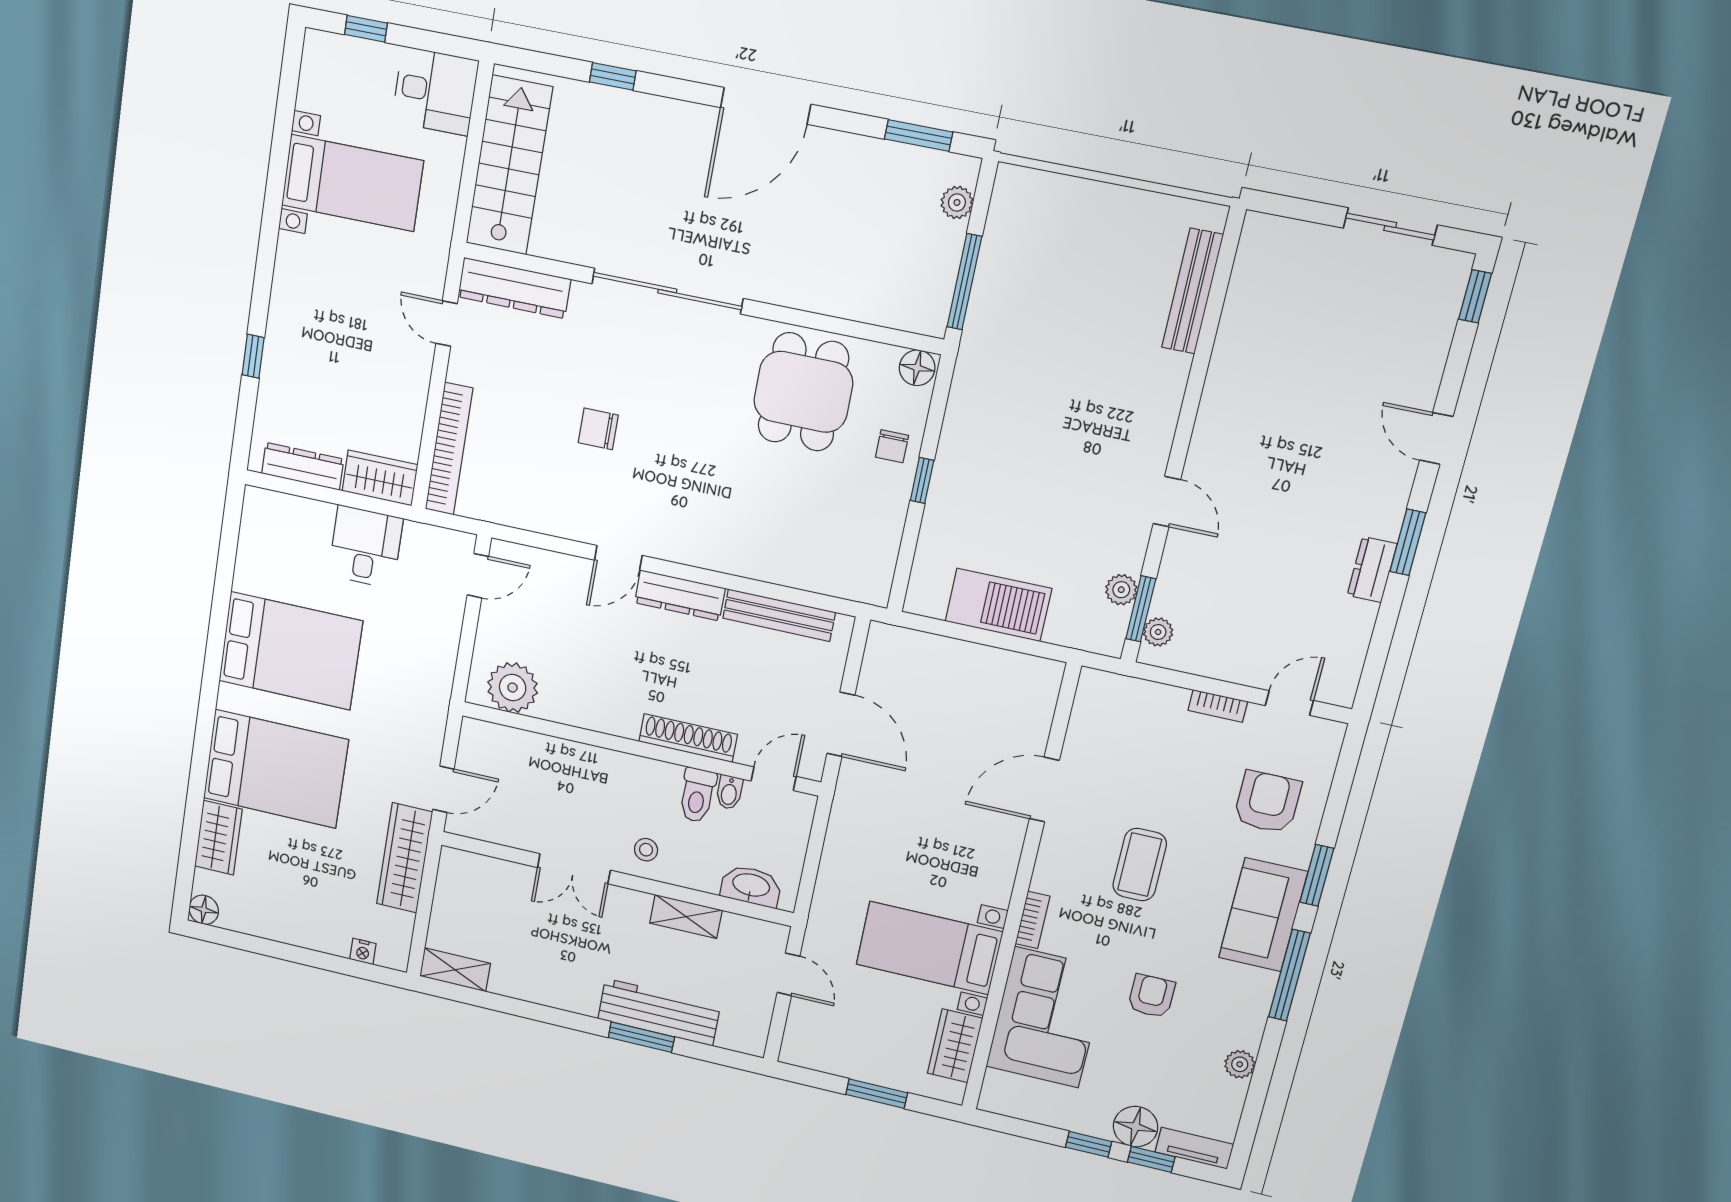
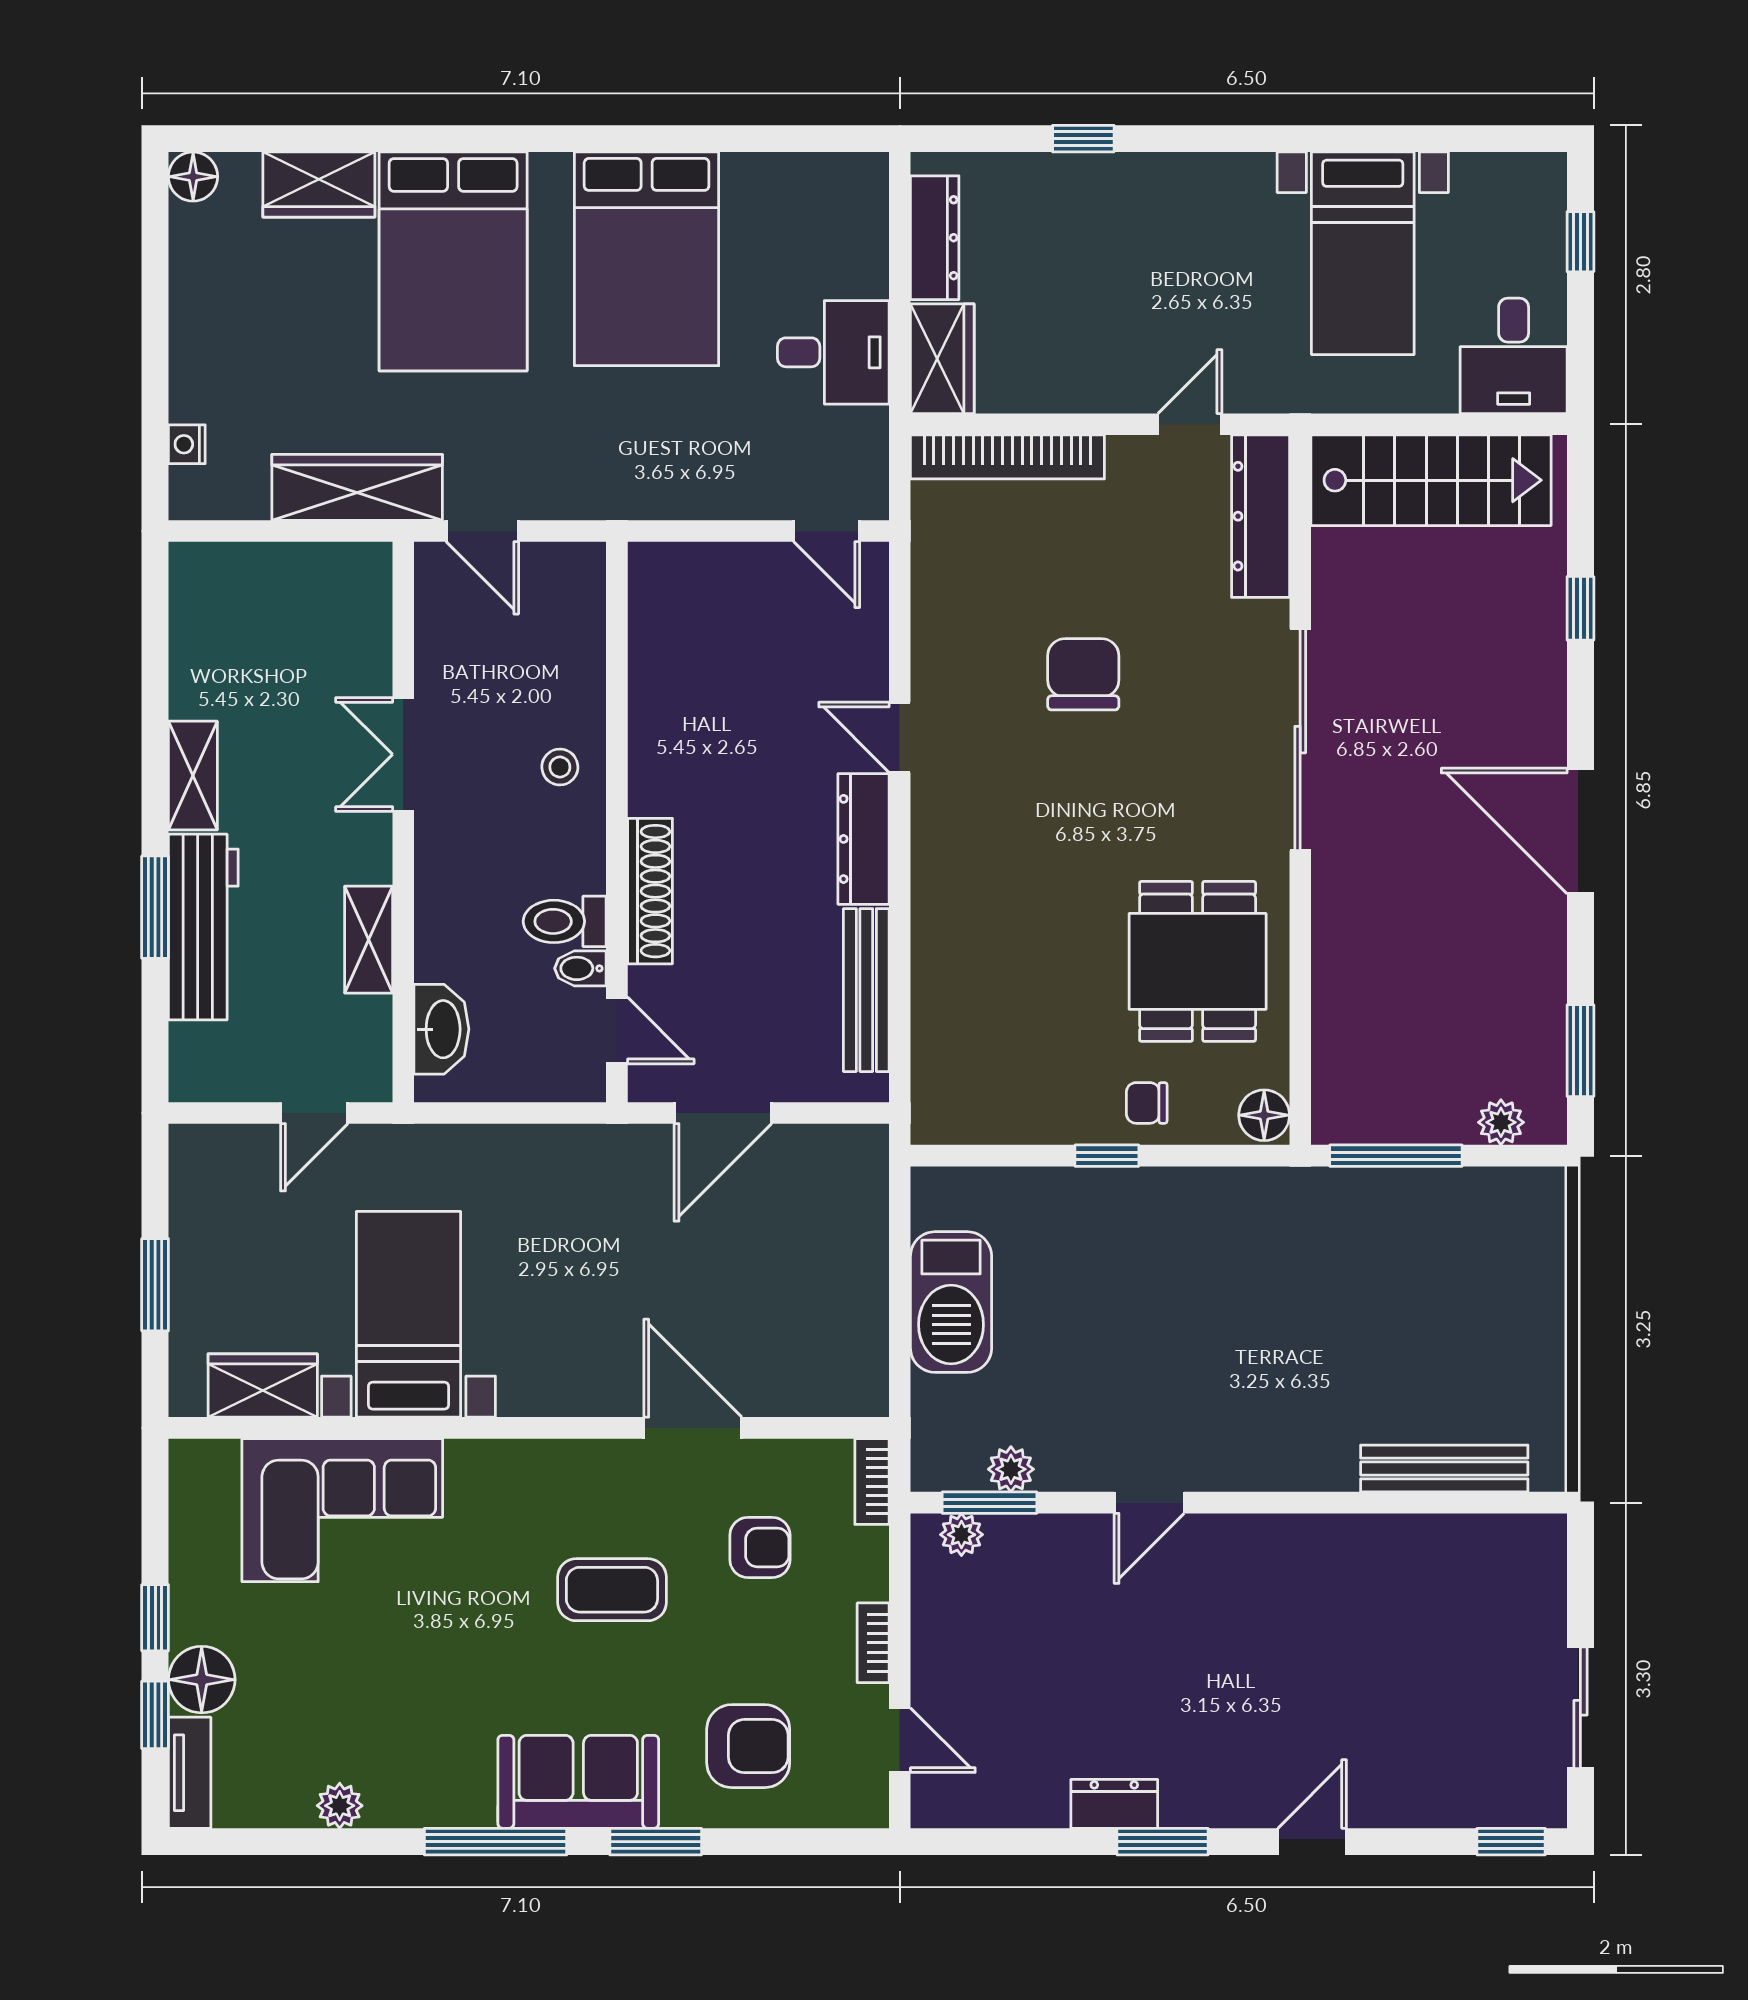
dining table: (803, 392) -> (1198, 961), turned 90
chair: (598, 429) -> (1083, 674), width x1.37, depth x1.37
plant: (513, 688) -> (667, 612), removed
stool: (646, 850) -> (560, 767), moved
bookcase: (1033, 920) -> (872, 1481), moved, turned 90
shelving: (455, 970) -> (193, 776), moved
armchair: (1151, 996) -> (760, 1547), moved

